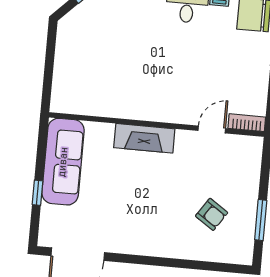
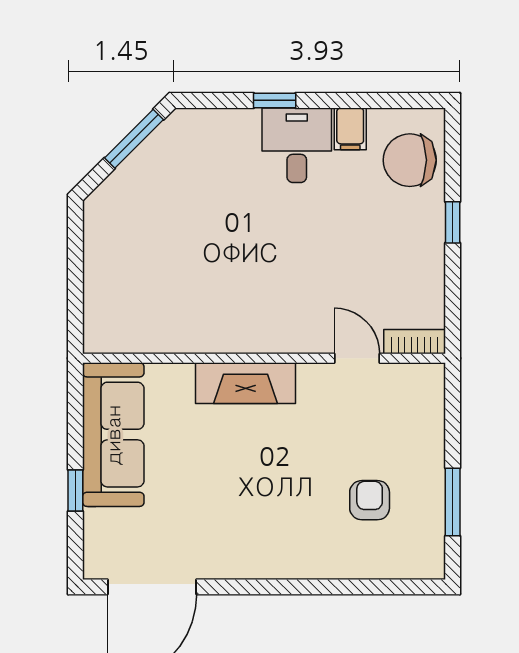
door: (212, 129) -> (357, 358), hinge flipped
armchair: (212, 214) -> (370, 500), turned -124

